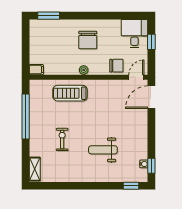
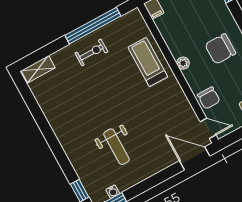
exercise bike: (62, 139) -> (91, 52), moved
weight bench: (103, 150) -> (116, 147), moved, turned 180

